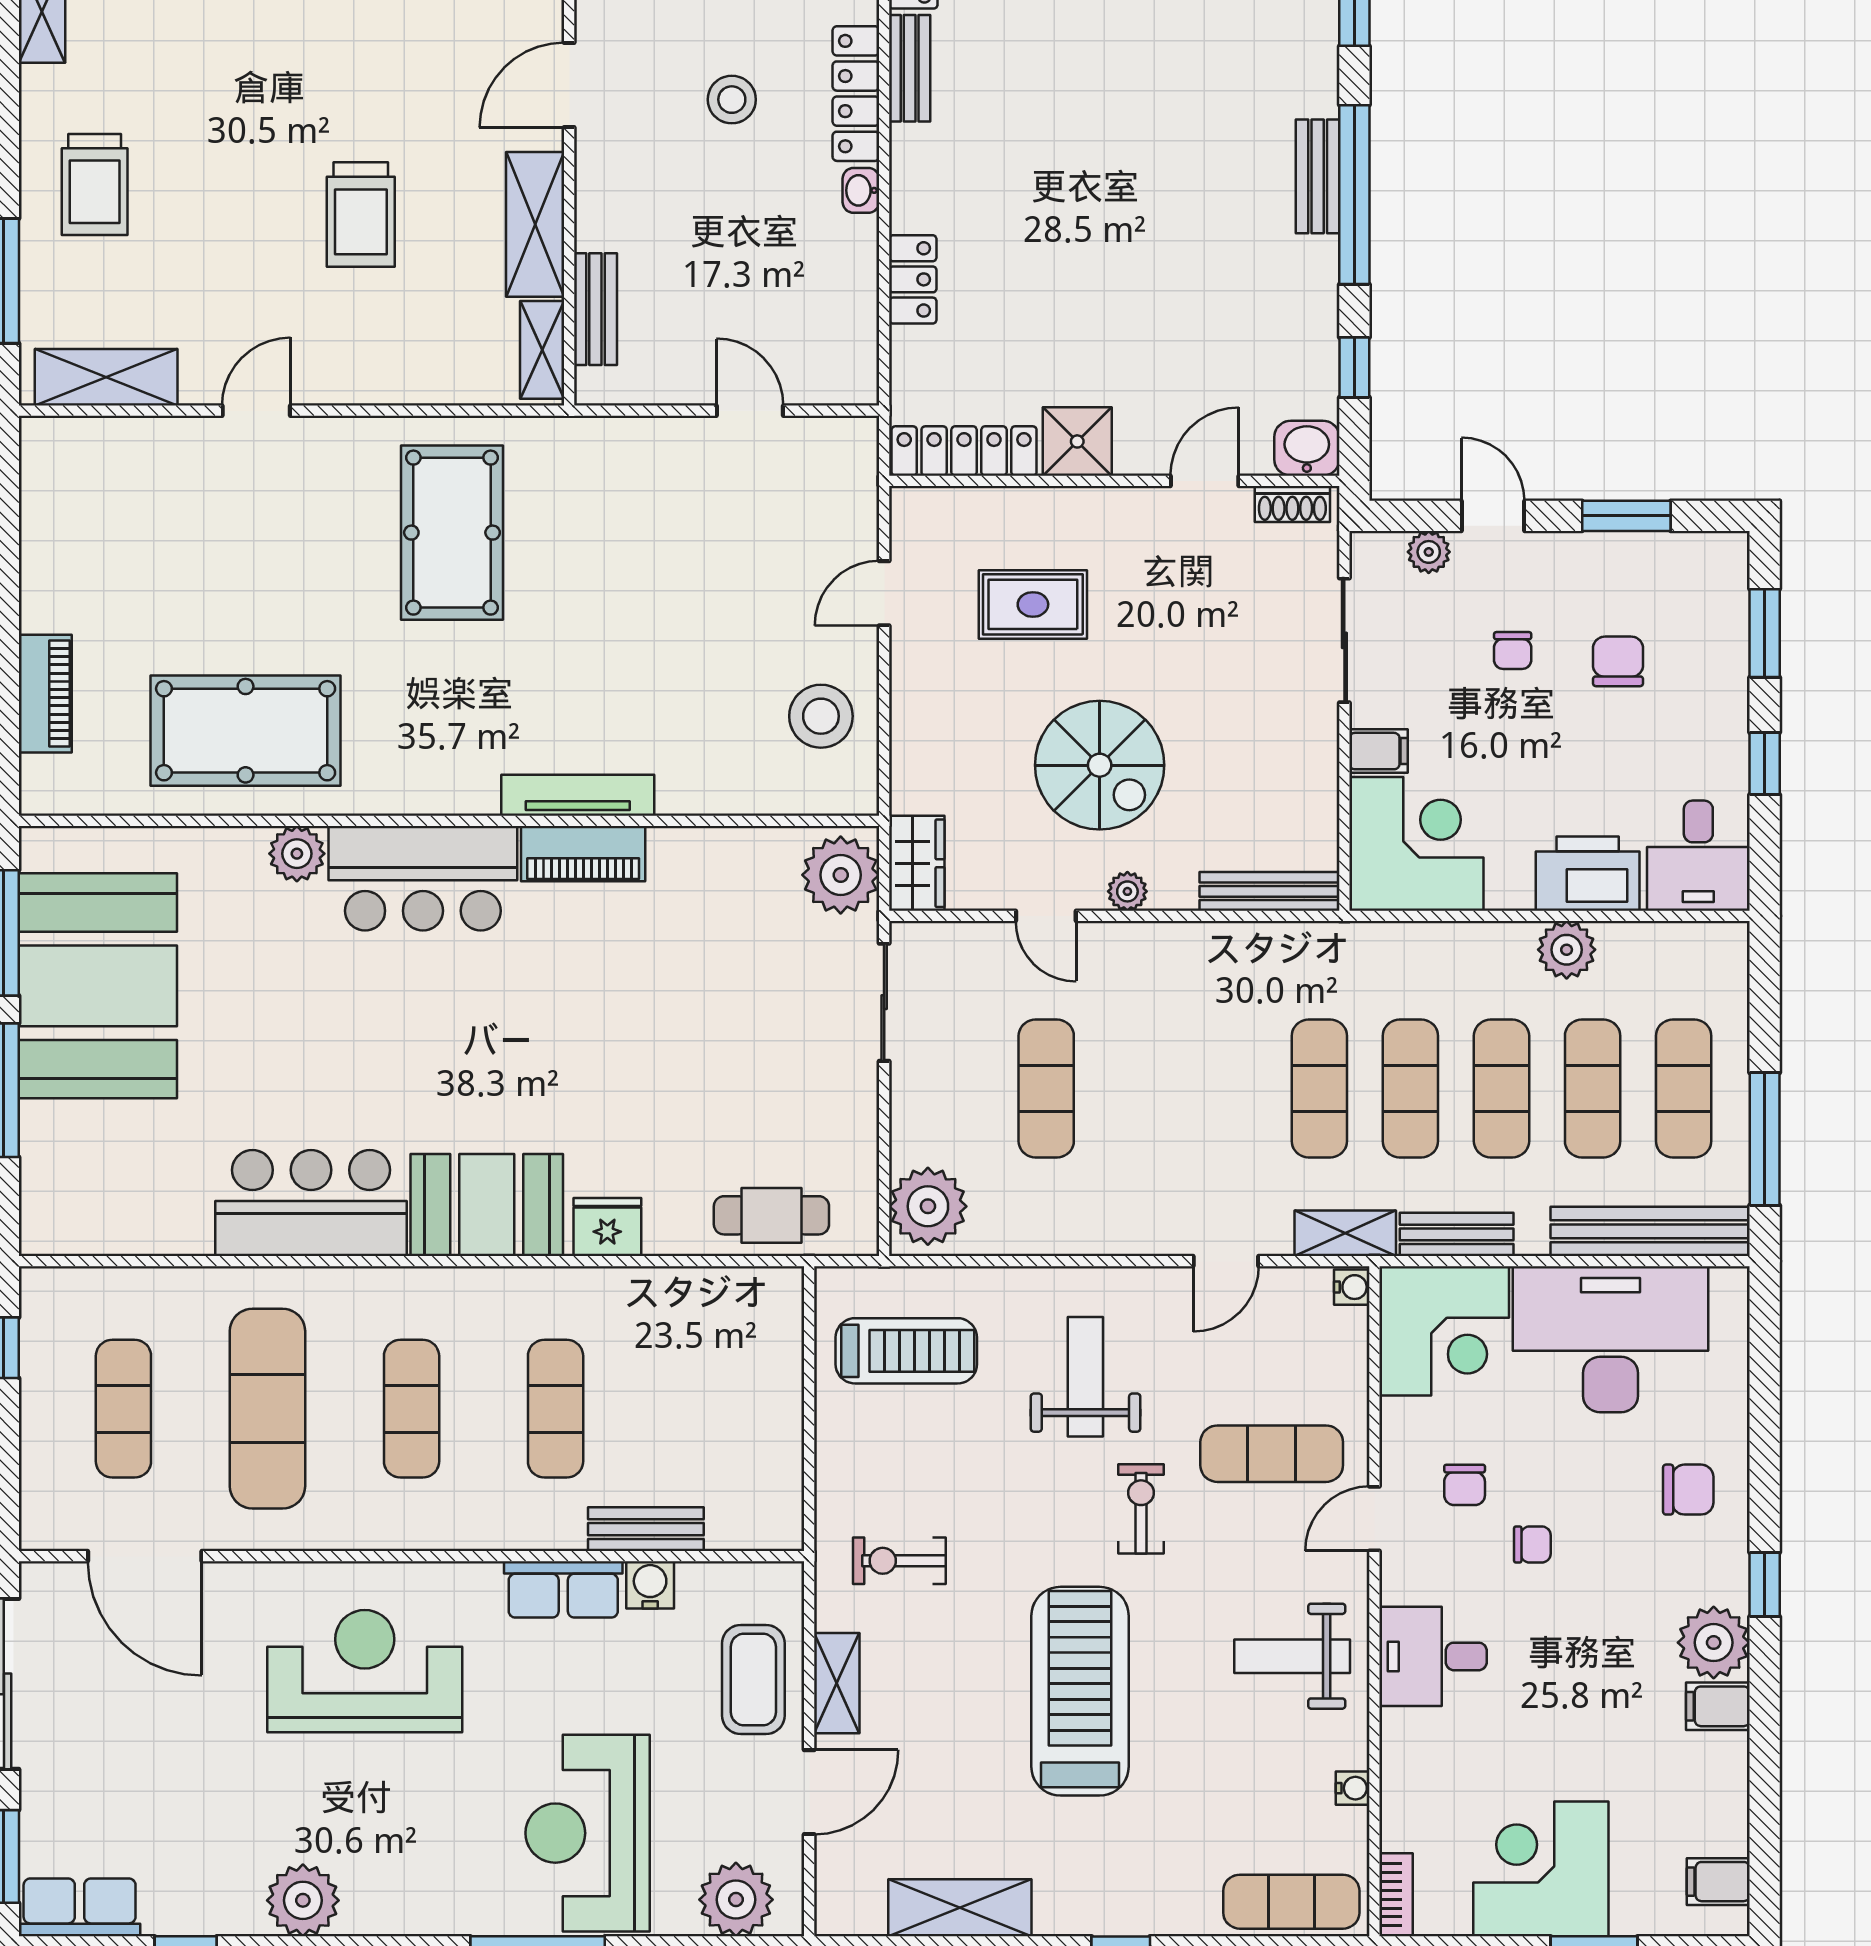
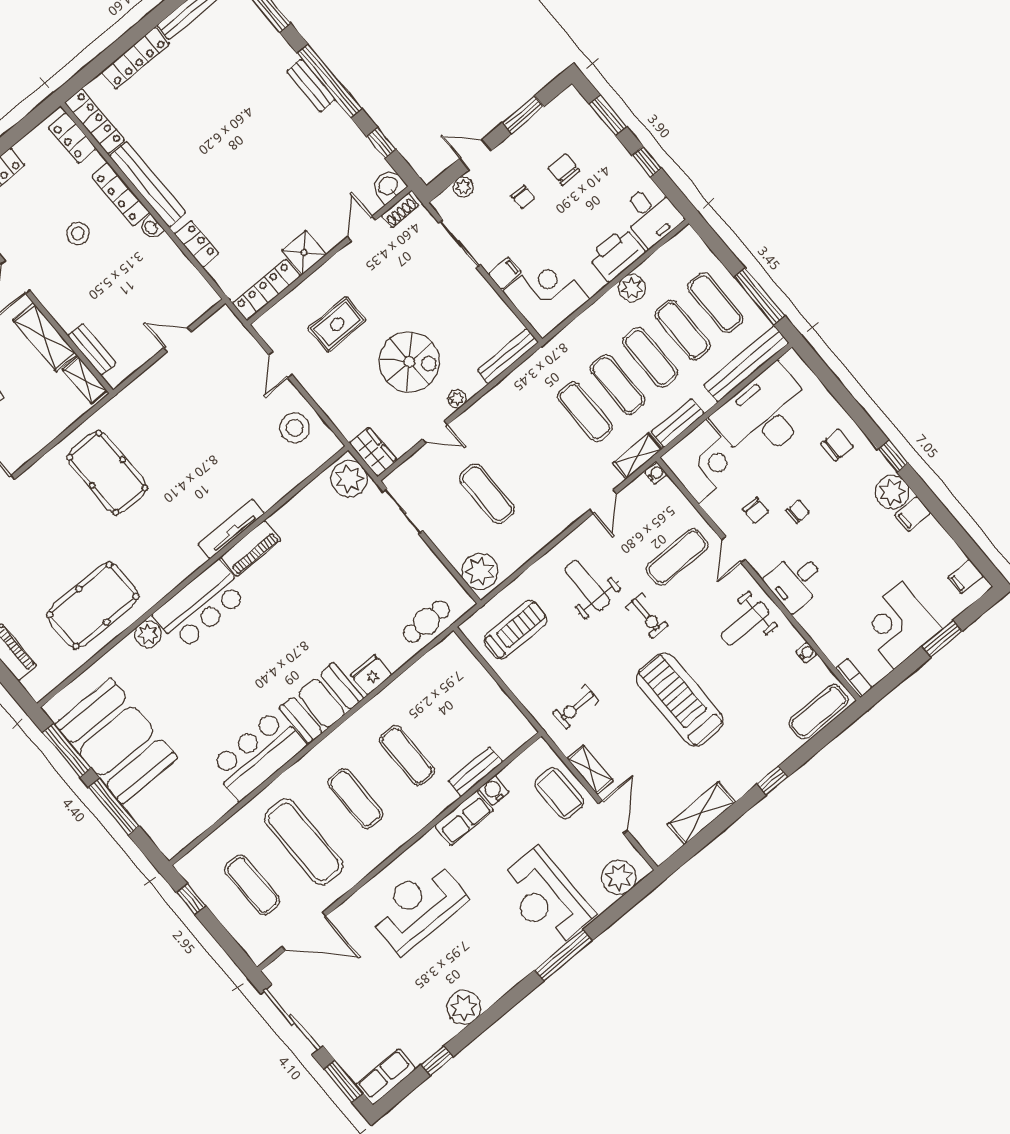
bench: (910, 68) -> (148, 184), width x1.86, depth x1.21
exercise bike: (1141, 1509) -> (647, 616), turned 180

